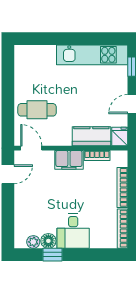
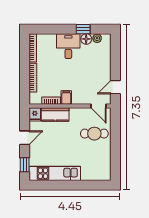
filing cabinet: (69, 160) -> (66, 97), width x0.50

